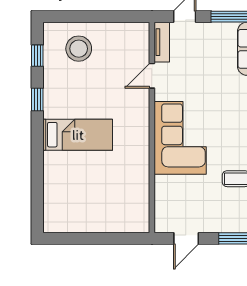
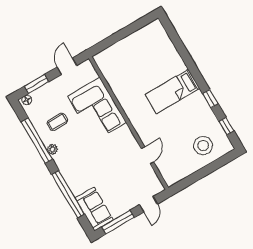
tv unit: (162, 42) -> (154, 180), removed
corner sofa: (180, 138) -> (97, 109), moved

